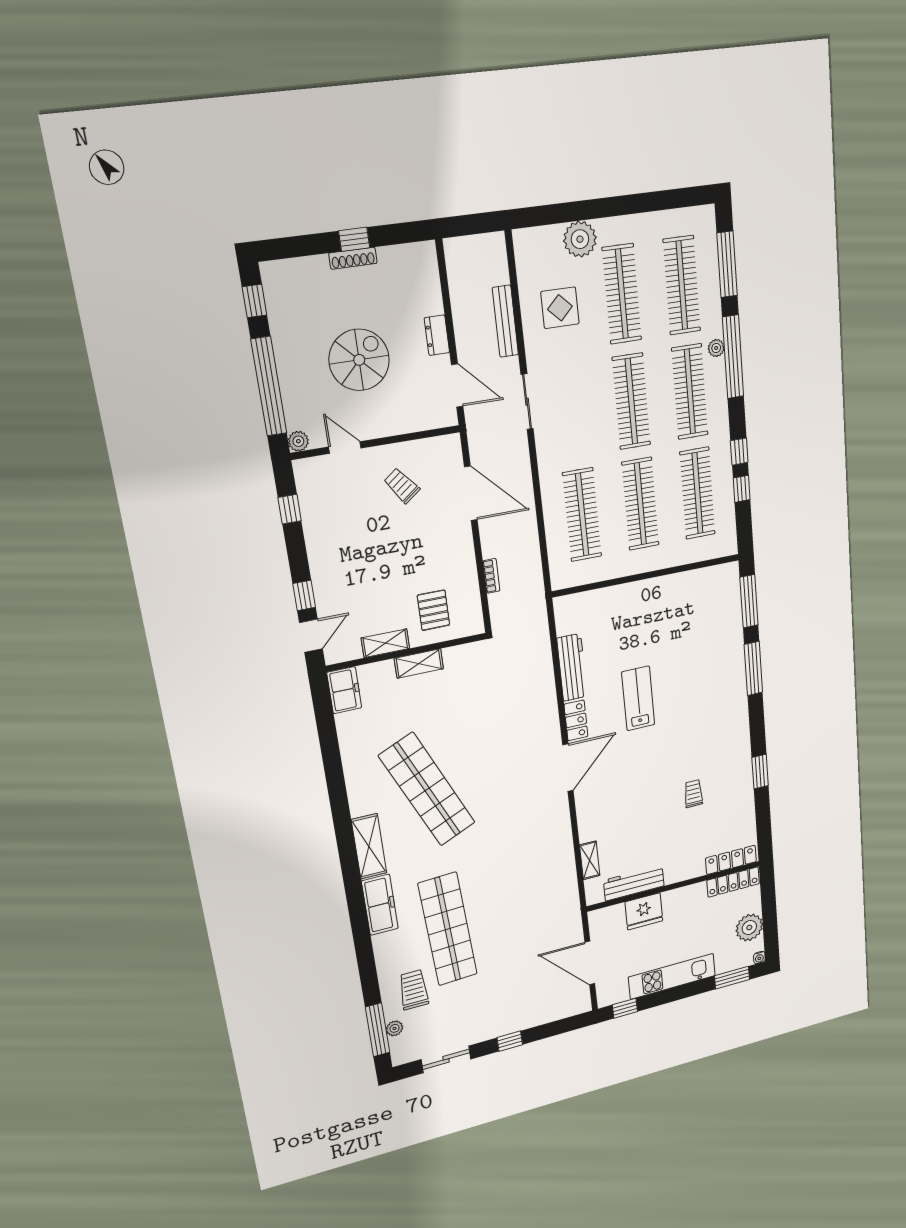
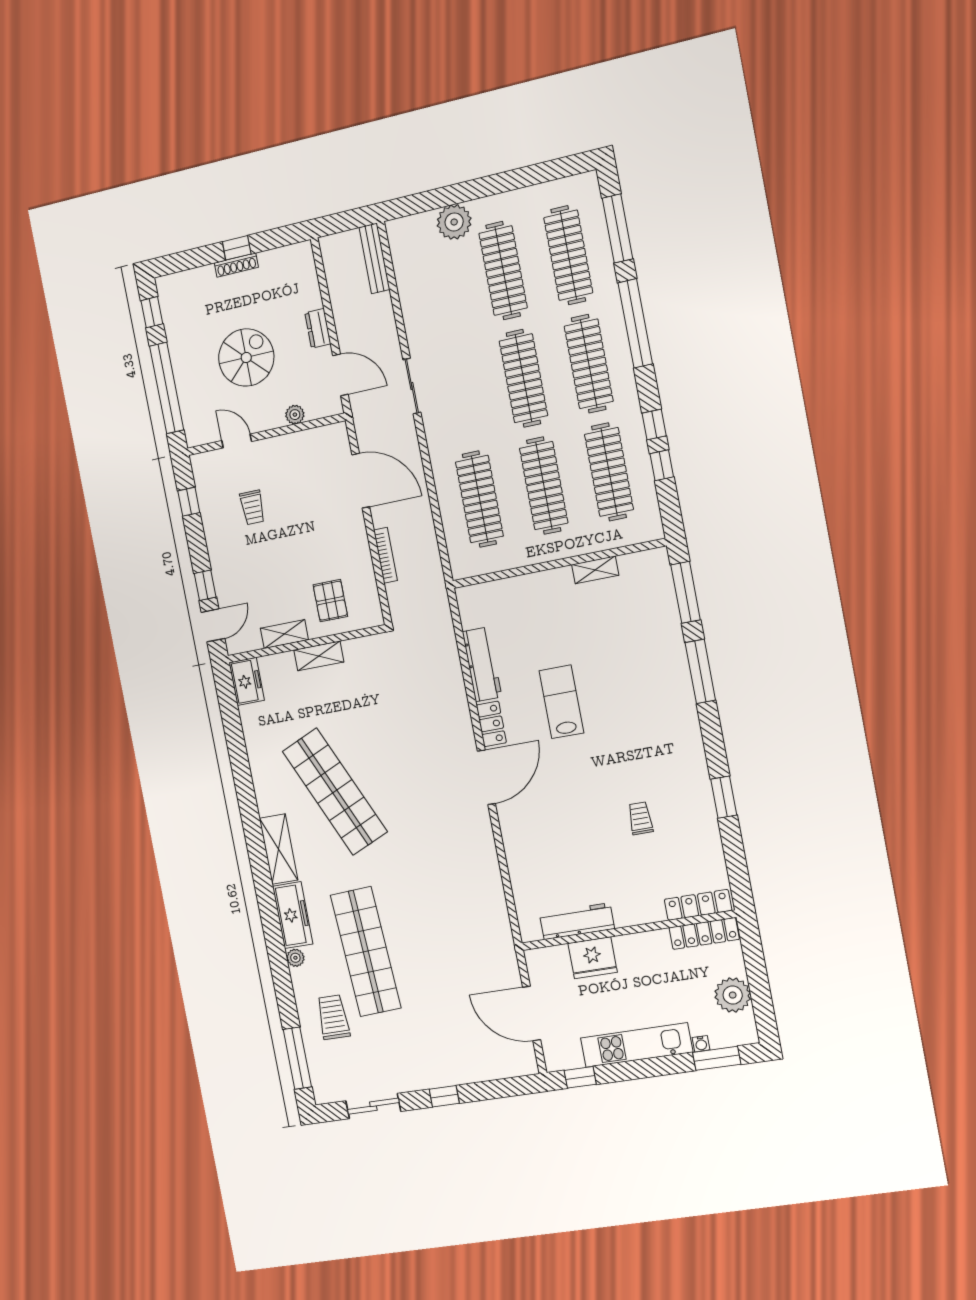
display table: (560, 308) -> (439, 291), removed
bench: (505, 321) -> (374, 258), moved
plant: (716, 348) -> (614, 316), removed
plant: (298, 441) -> (295, 415), moved
trolley: (402, 486) -> (252, 507), moved, turned -143
bookcase: (491, 576) -> (385, 555), width x1.56
shelving: (590, 860) -> (595, 570), moved, turned 90
water cooler: (759, 957) -> (701, 1044), moved
plant: (395, 1028) -> (295, 958), moved

